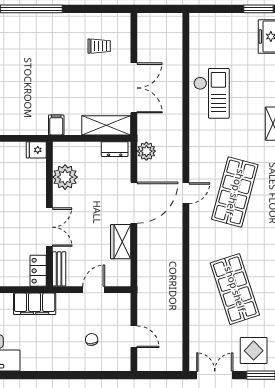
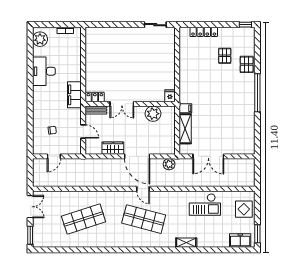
trolley: (99, 46) -> (234, 135), removed
shelving: (106, 125) -> (185, 129), moved
dresser: (115, 149) -> (170, 144), removed
display table: (254, 351) -> (244, 209), moved

